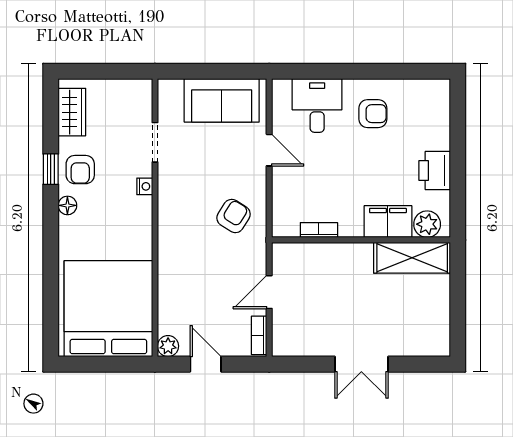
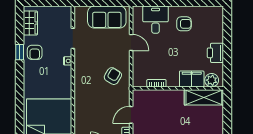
floor lamp: (67, 205) -> (28, 71), removed

